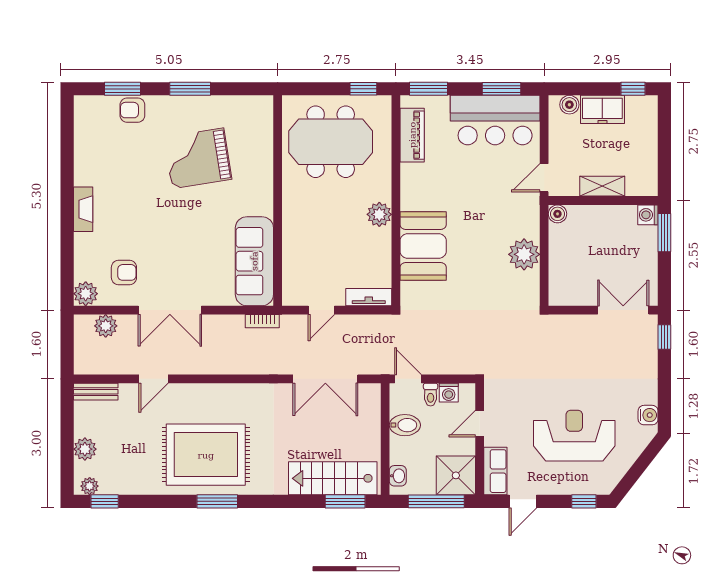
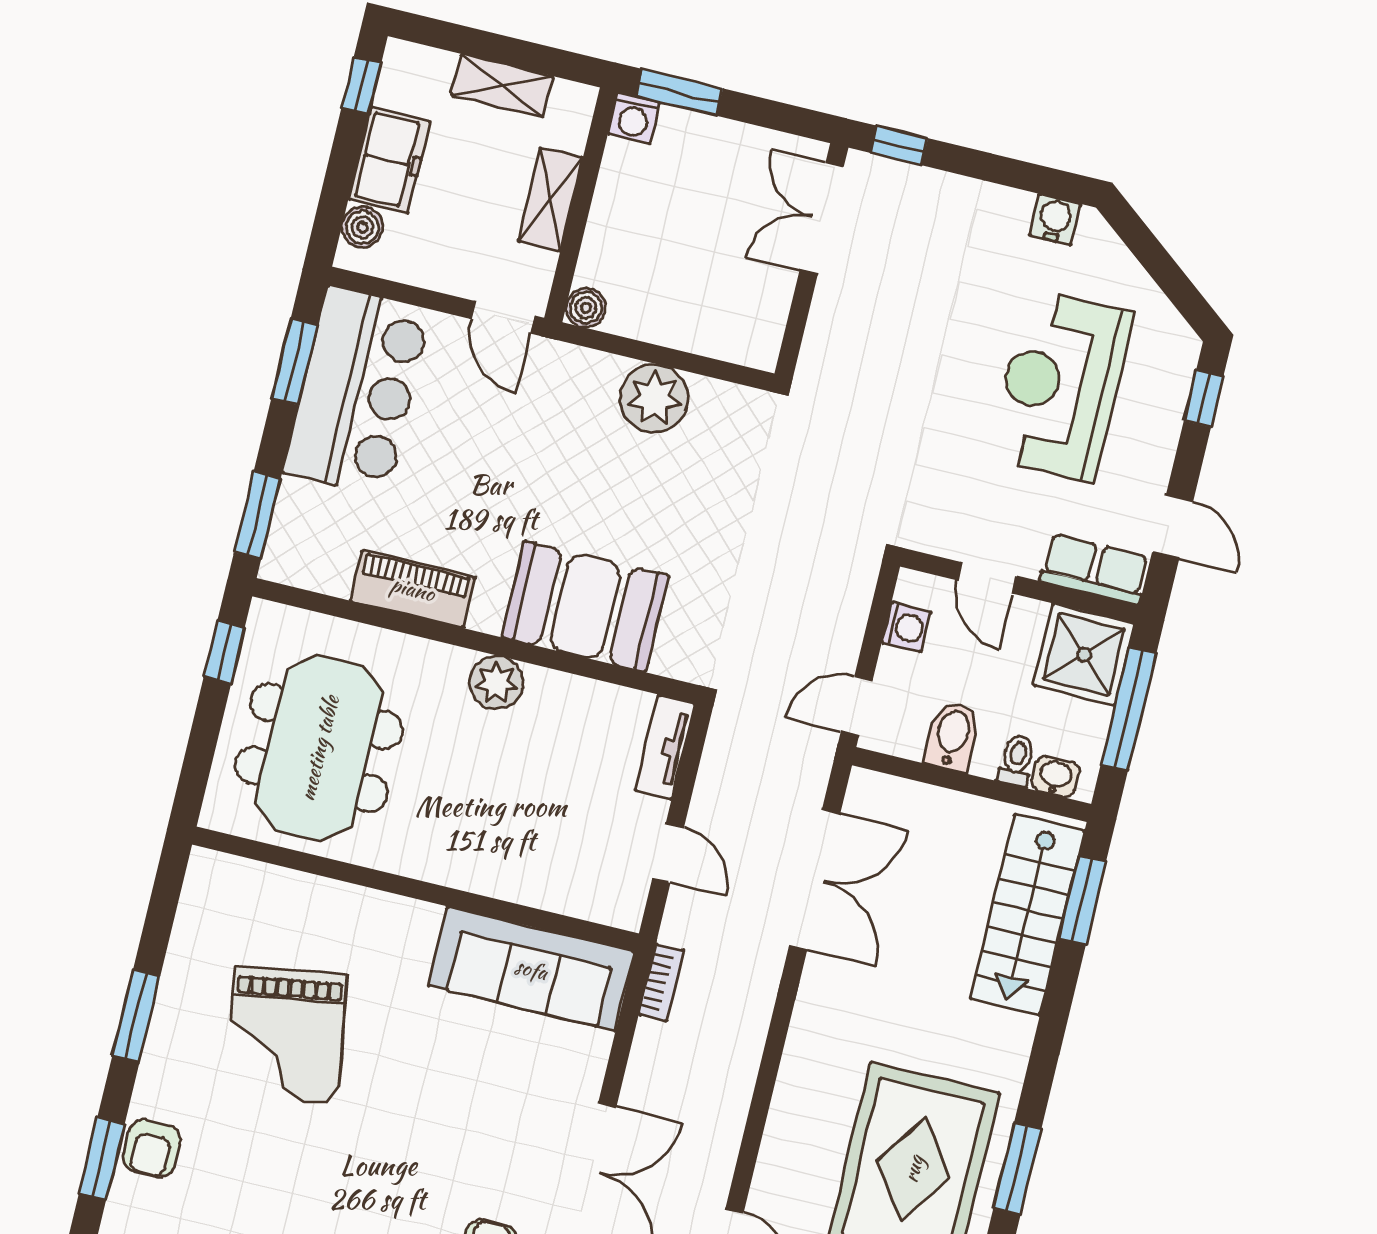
piano: (412, 135) -> (413, 589), moved
shelving: (648, 152) -> (502, 86), added
toilet: (431, 395) -> (1017, 760), moved, turned -90

